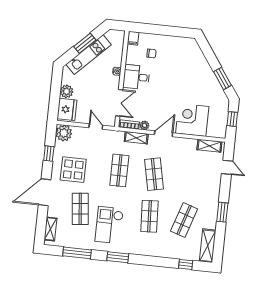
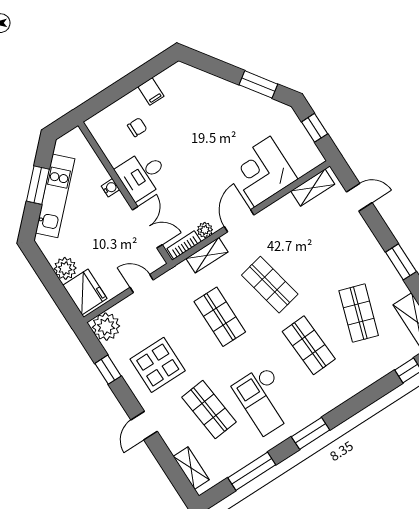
filing cabinet: (133, 38) -> (151, 91), moved
door: (45, 192) -> (144, 426), width x0.53

